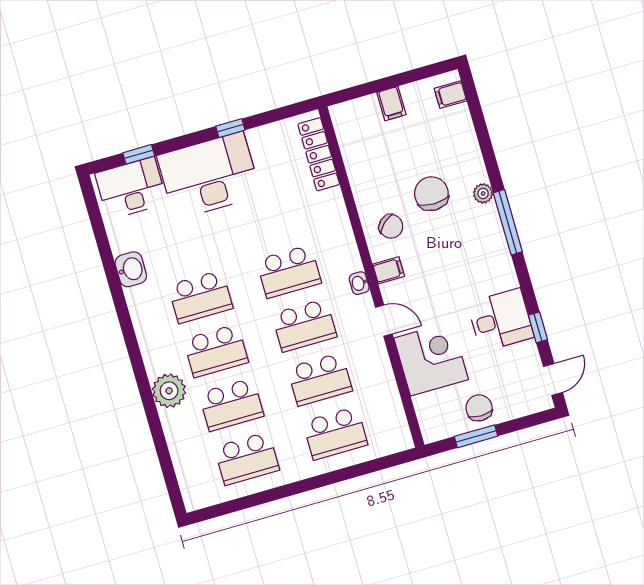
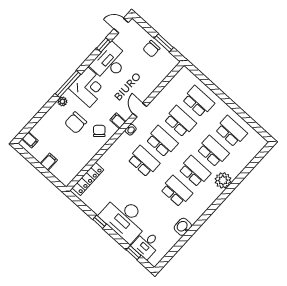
desk: (131, 188) -> (146, 245), width x0.73
desk: (501, 320) -> (110, 62), width x1.37
corner desk: (431, 359) -> (89, 87), moved, turned 180

